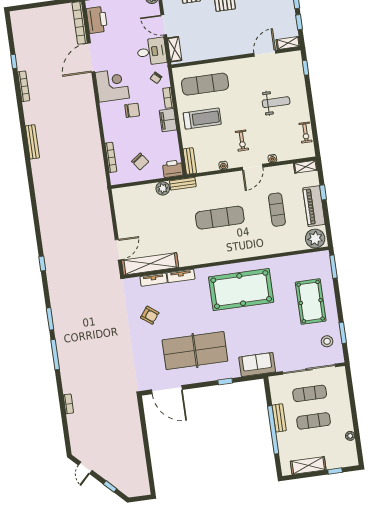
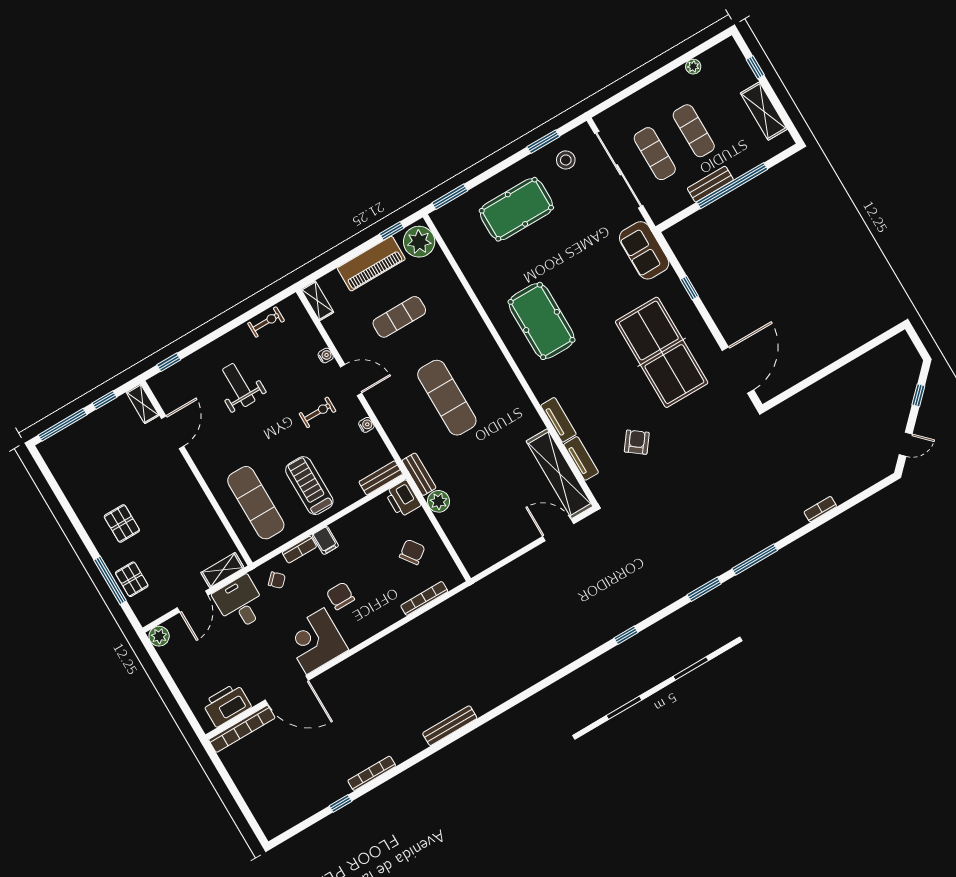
door: (265, 53) -> (172, 432), swing flipped
filing cabinet: (168, 120) -> (325, 540), width x0.50
window: (323, 192) -> (392, 231), moved
pool table: (241, 290) -> (542, 321), width x0.73, depth x0.76

